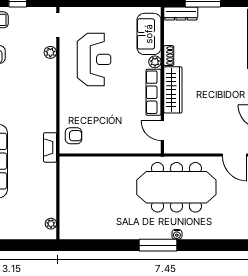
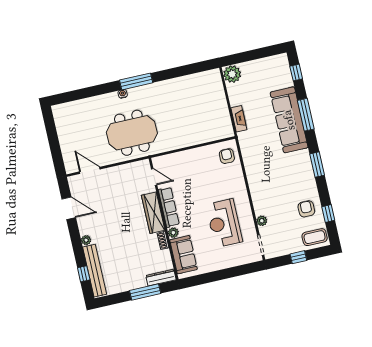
armchair: (74, 136) -> (227, 156), turned 90
fireplace: (50, 147) -> (239, 119), moved
meeting table: (176, 187) -> (132, 133), width x0.73
plant: (51, 224) -> (232, 74), width x1.88, depth x1.88

